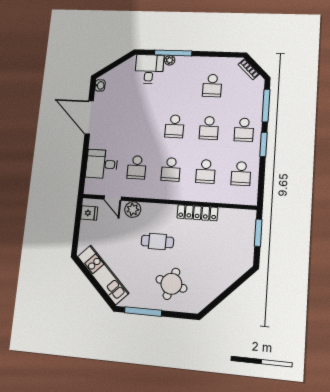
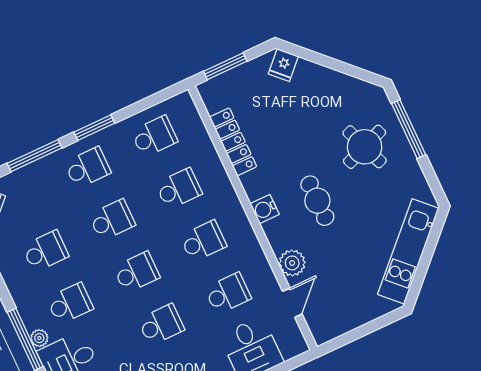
school desk: (178, 84) -> (70, 304), added
school desk: (141, 125) -> (161, 325), added
water cooler: (169, 211) -> (265, 209), added
fridge: (89, 213) -> (283, 65), moved, turned -135
locker: (197, 213) -> (233, 142), moved
round table: (171, 284) -> (365, 147), turned -37
window: (143, 312) -> (409, 129), moved

